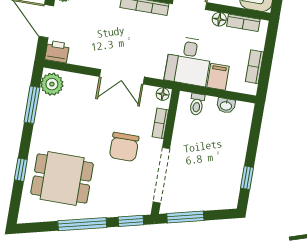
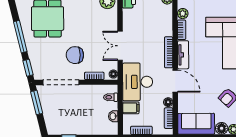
desk: (188, 61) -> (138, 82), width x1.37

